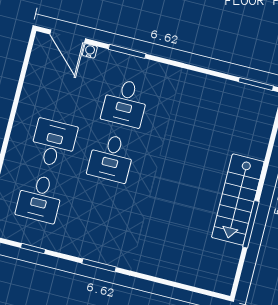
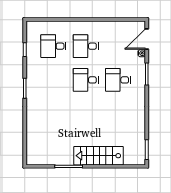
desk: (54, 143) -> (86, 46), turned 180
stairs: (238, 199) -> (99, 156), moved

